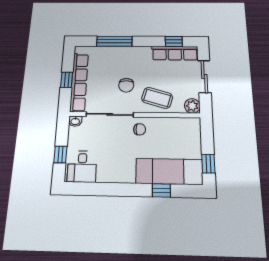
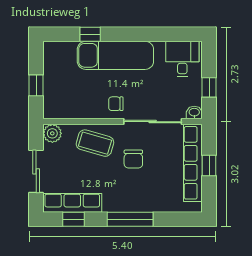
window: (114, 41) -> (130, 219), moved
chair: (126, 85) -> (133, 159), turned 180
window: (60, 154) -> (209, 87), moved
window: (208, 164) -> (36, 85), moved
exam couch: (169, 171) -> (115, 55), moved

